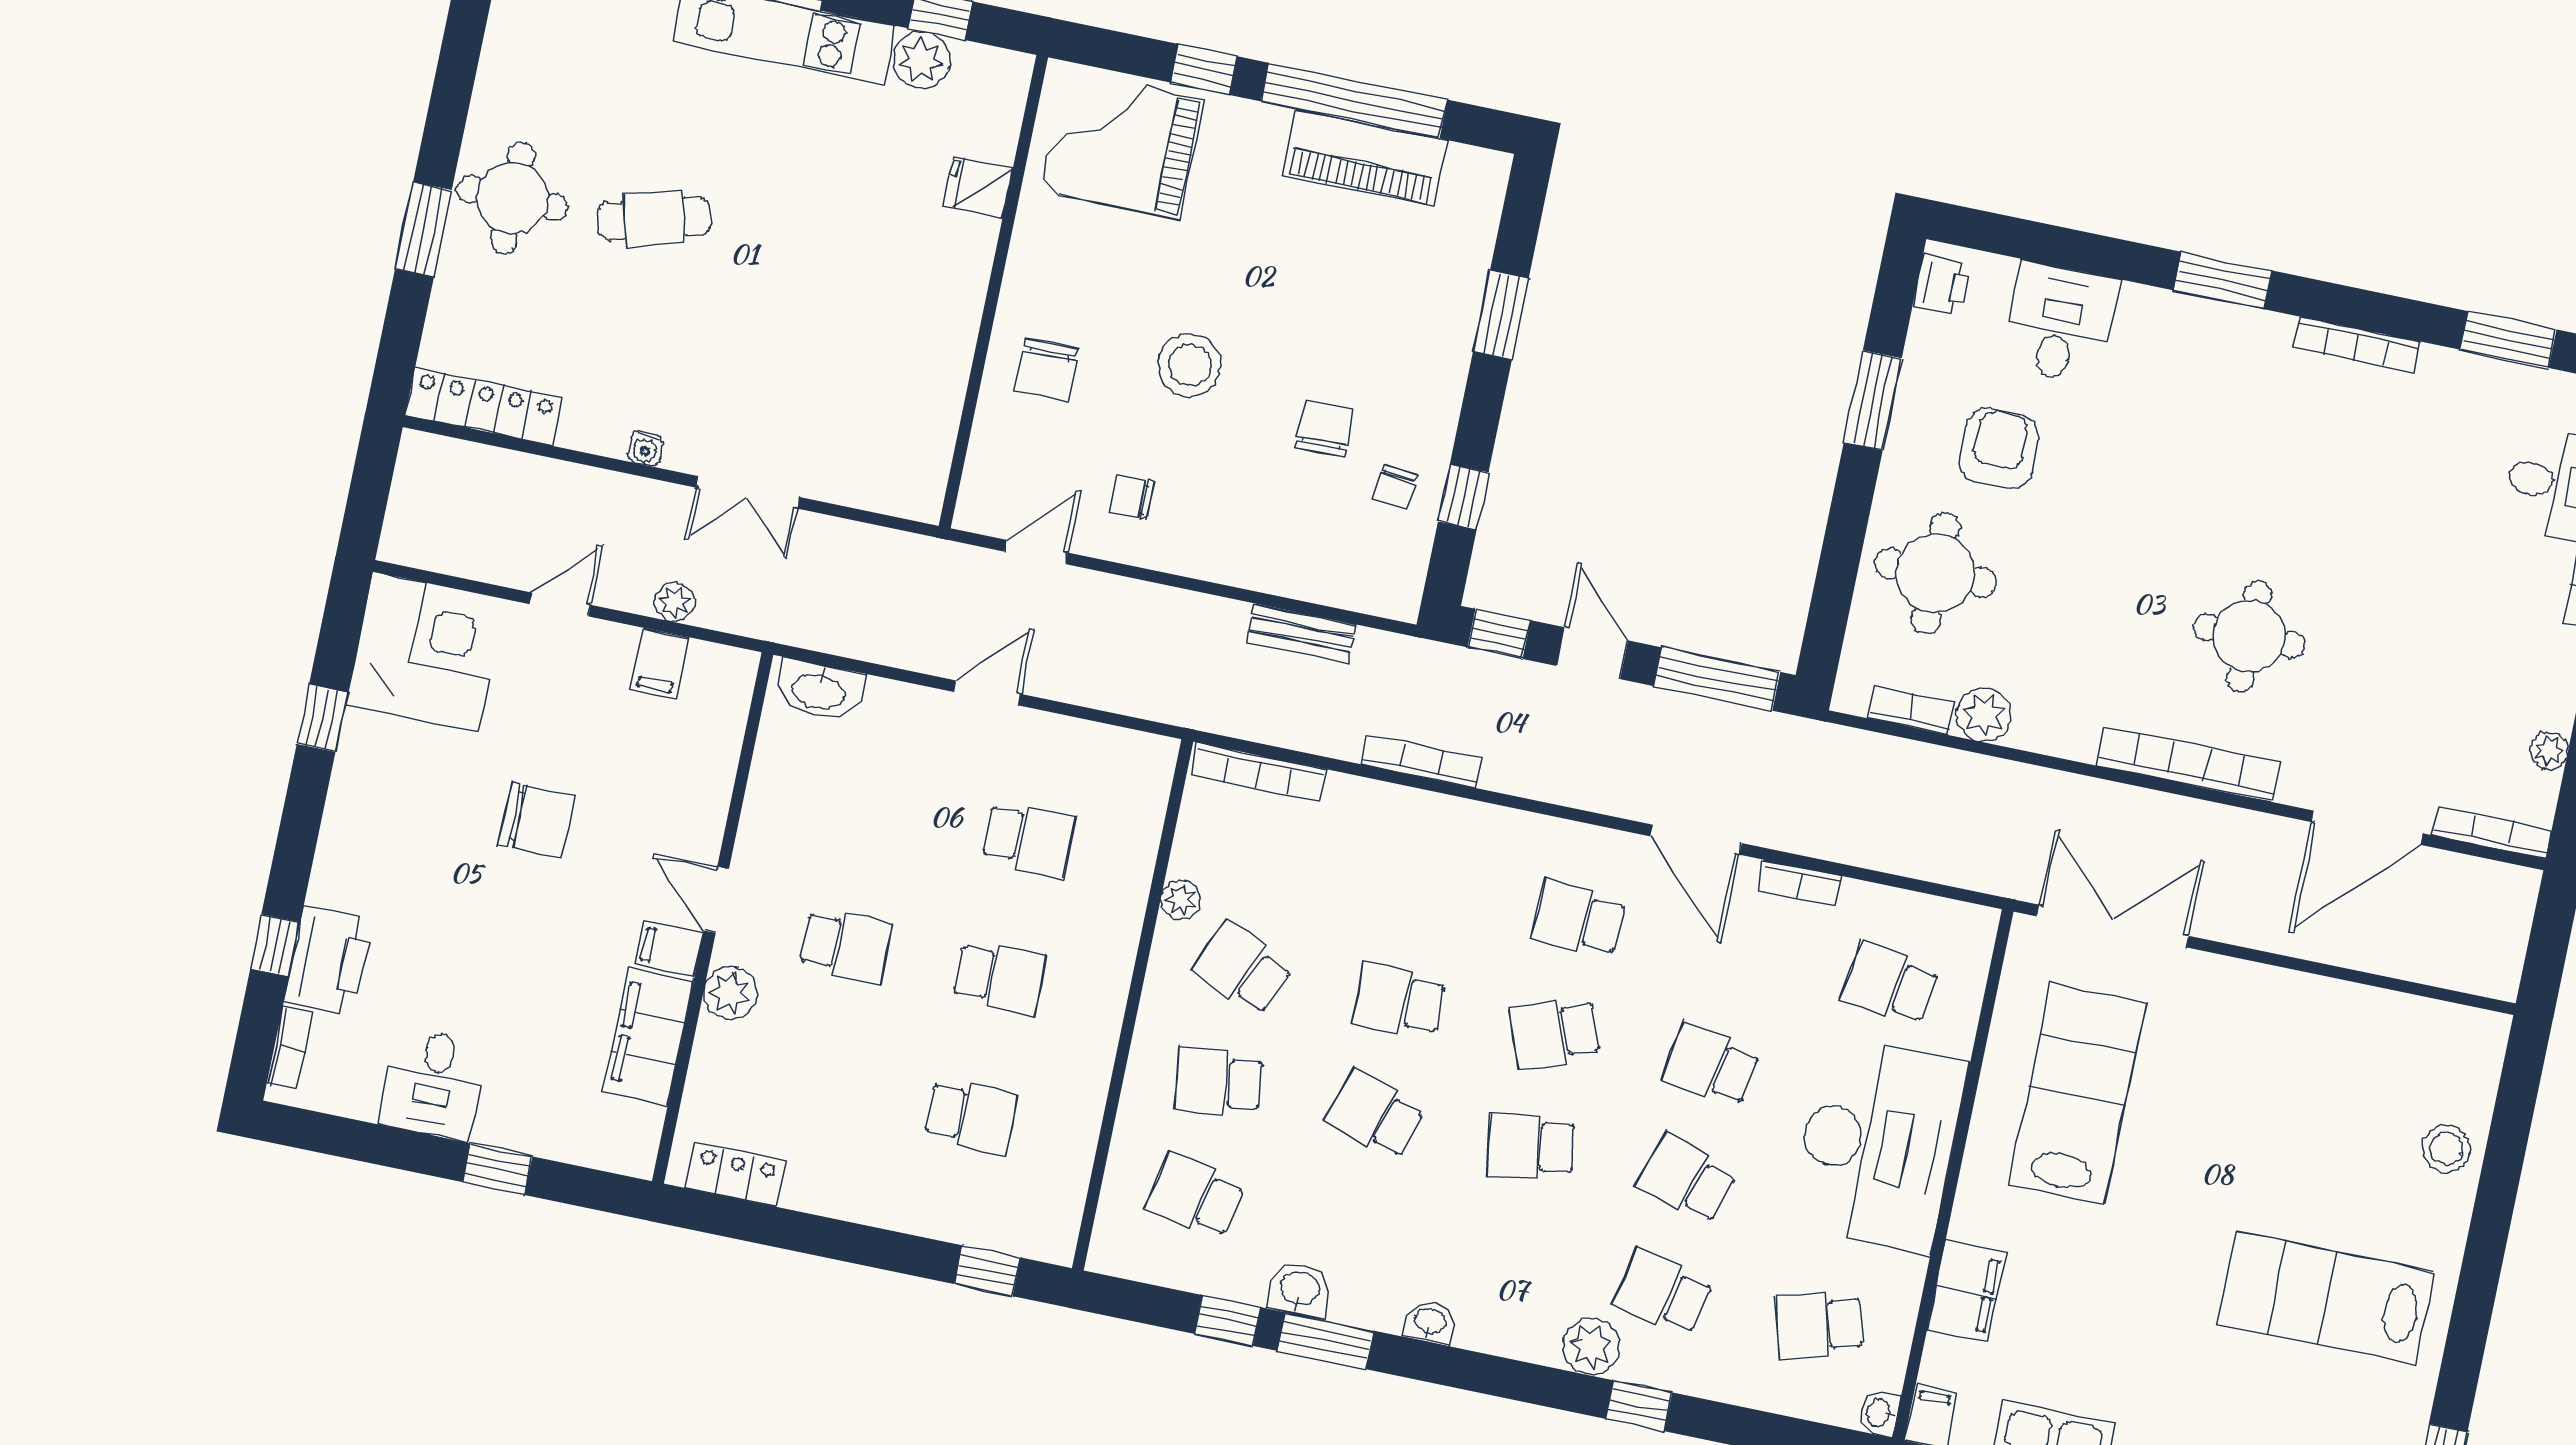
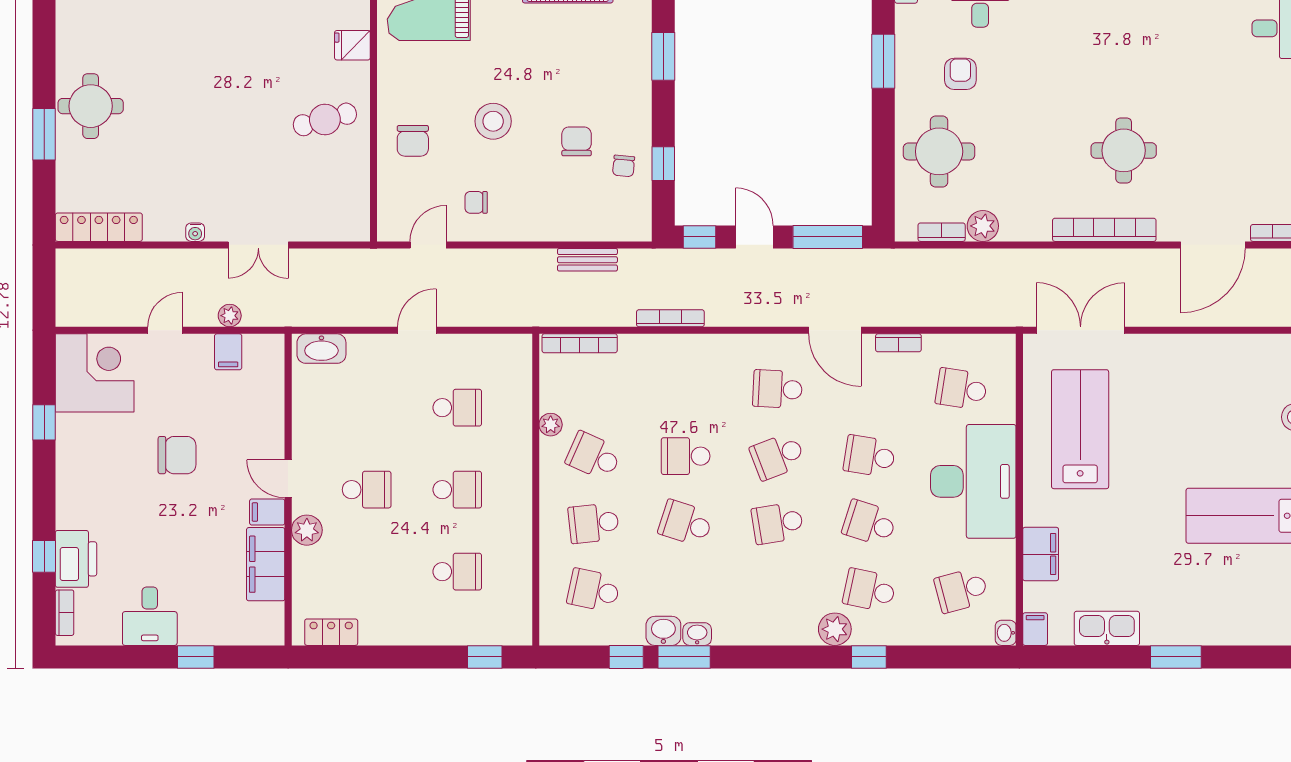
cafe table: (654, 218) -> (325, 119), moved
armchair: (1999, 449) -> (960, 74), width x0.72, depth x0.72
washbasin: (1430, 1322) -> (697, 634), moved

